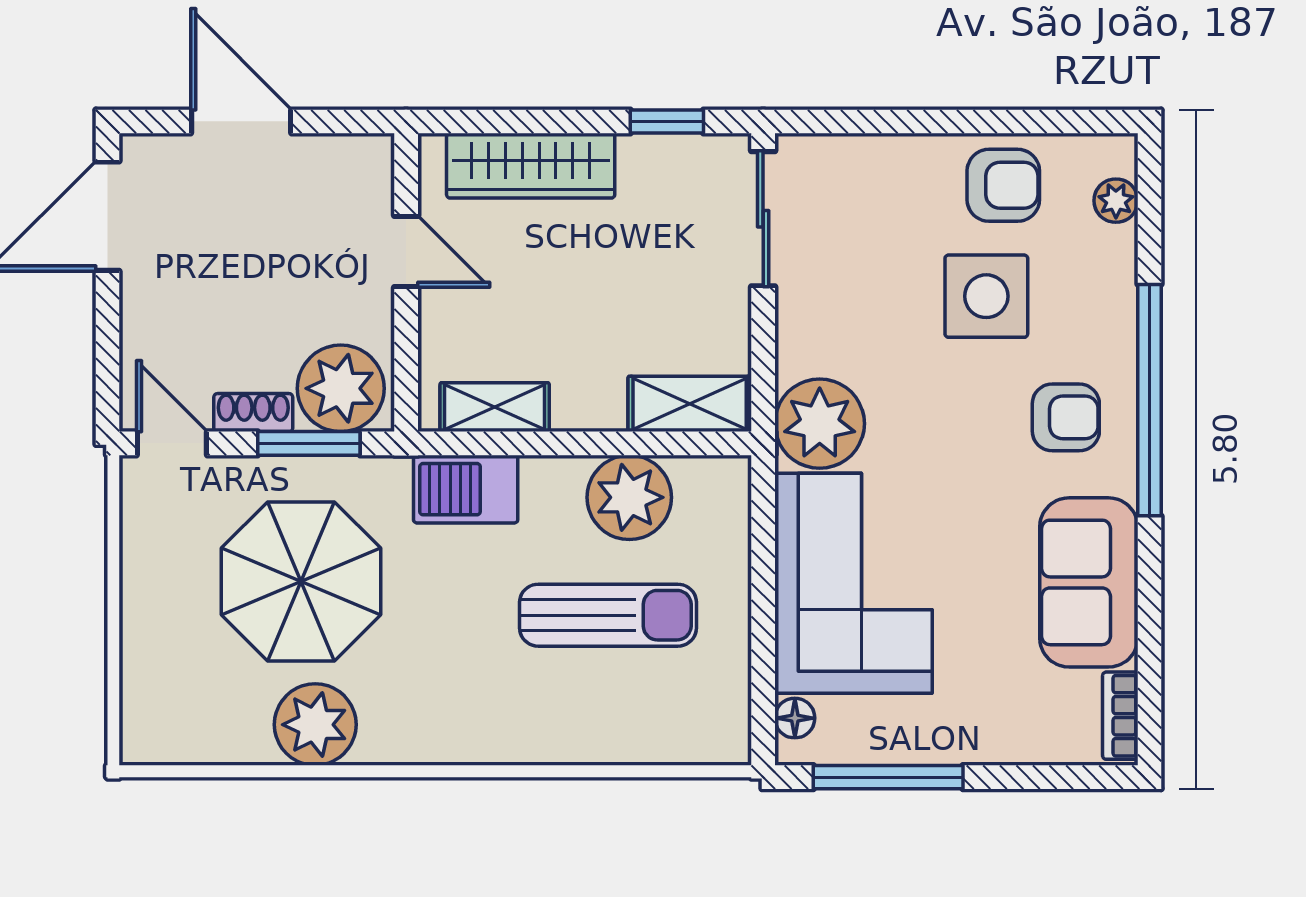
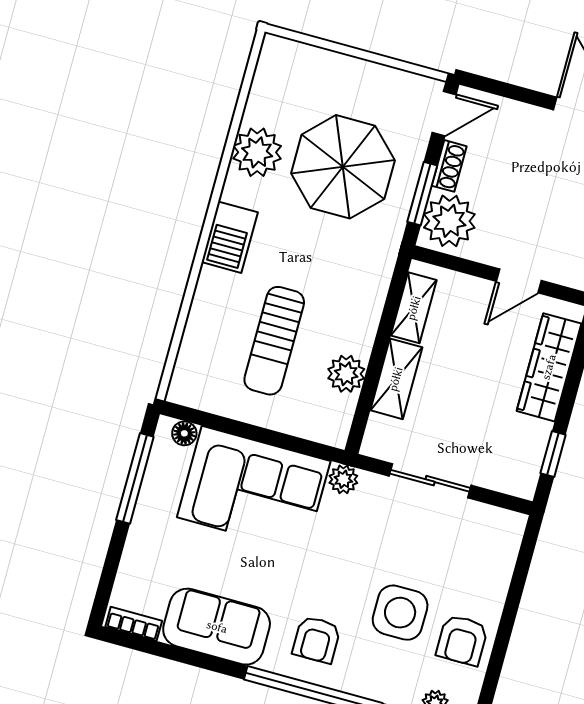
sliding door: (763, 219) -> (430, 481), moved
shelving: (690, 404) -> (396, 379), moved
plant: (820, 424) -> (343, 479), width x0.53, depth x0.53
barbecue: (466, 489) -> (230, 237), moved, turned 180
plant: (629, 497) -> (346, 374), width x0.73, depth x0.73

